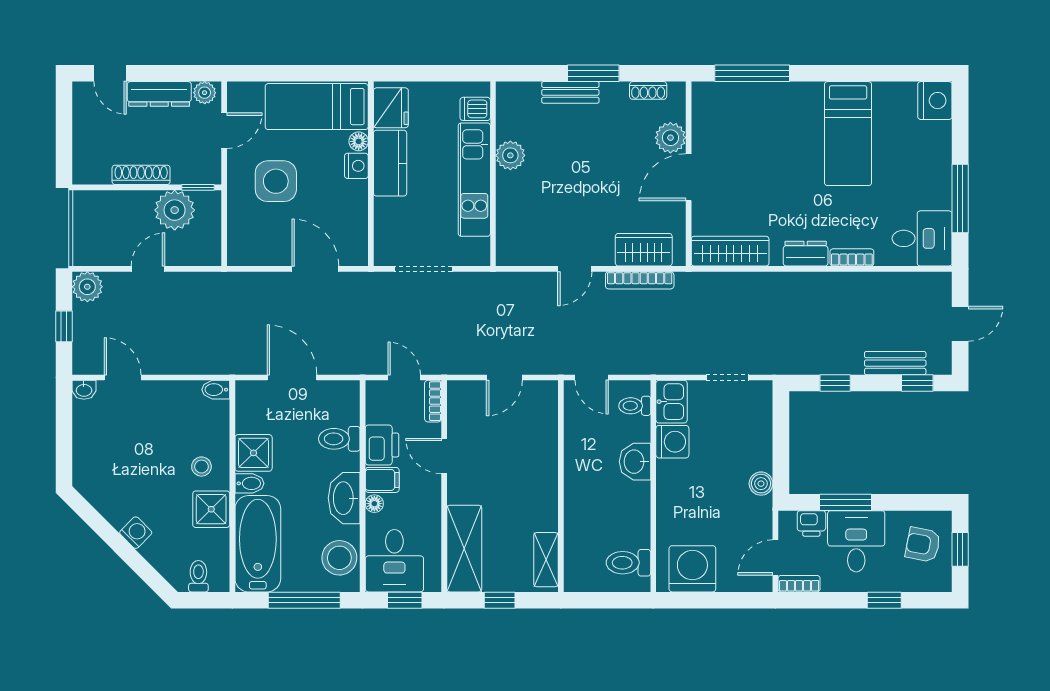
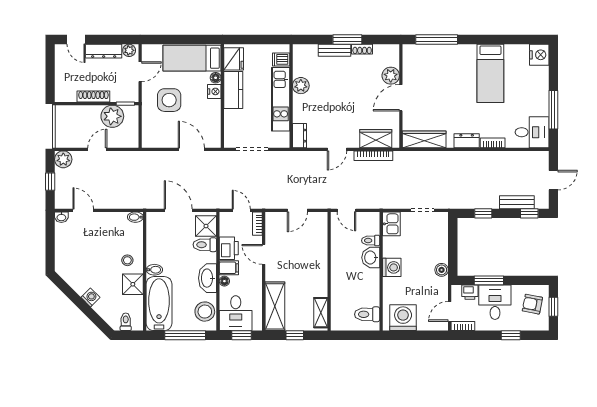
shoe rack: (648, 90) -> (362, 49), moved
dresser: (508, 244) -> (299, 136), added
toilet: (635, 406) -> (371, 241), moved
washing machine: (672, 442) -> (392, 267), moved
shower: (254, 453) -> (206, 226), moved

